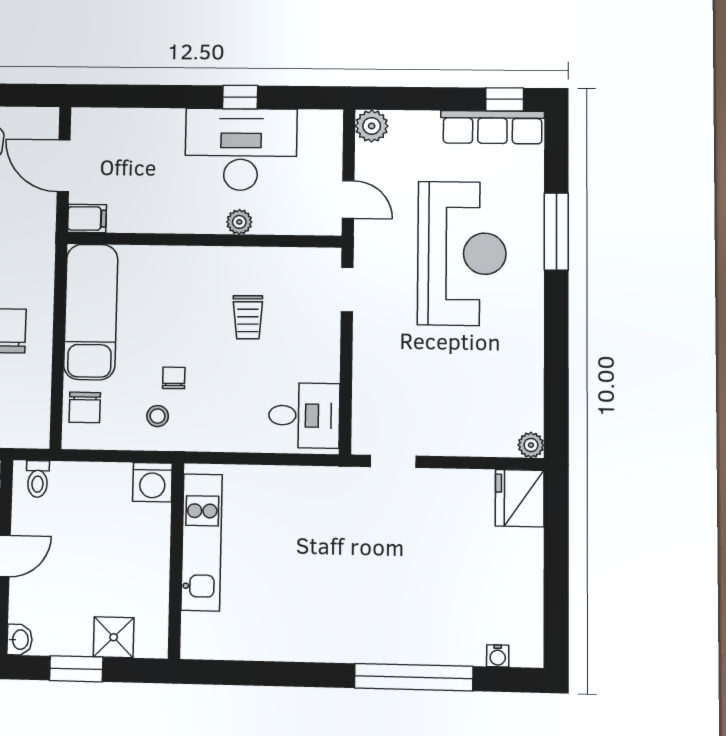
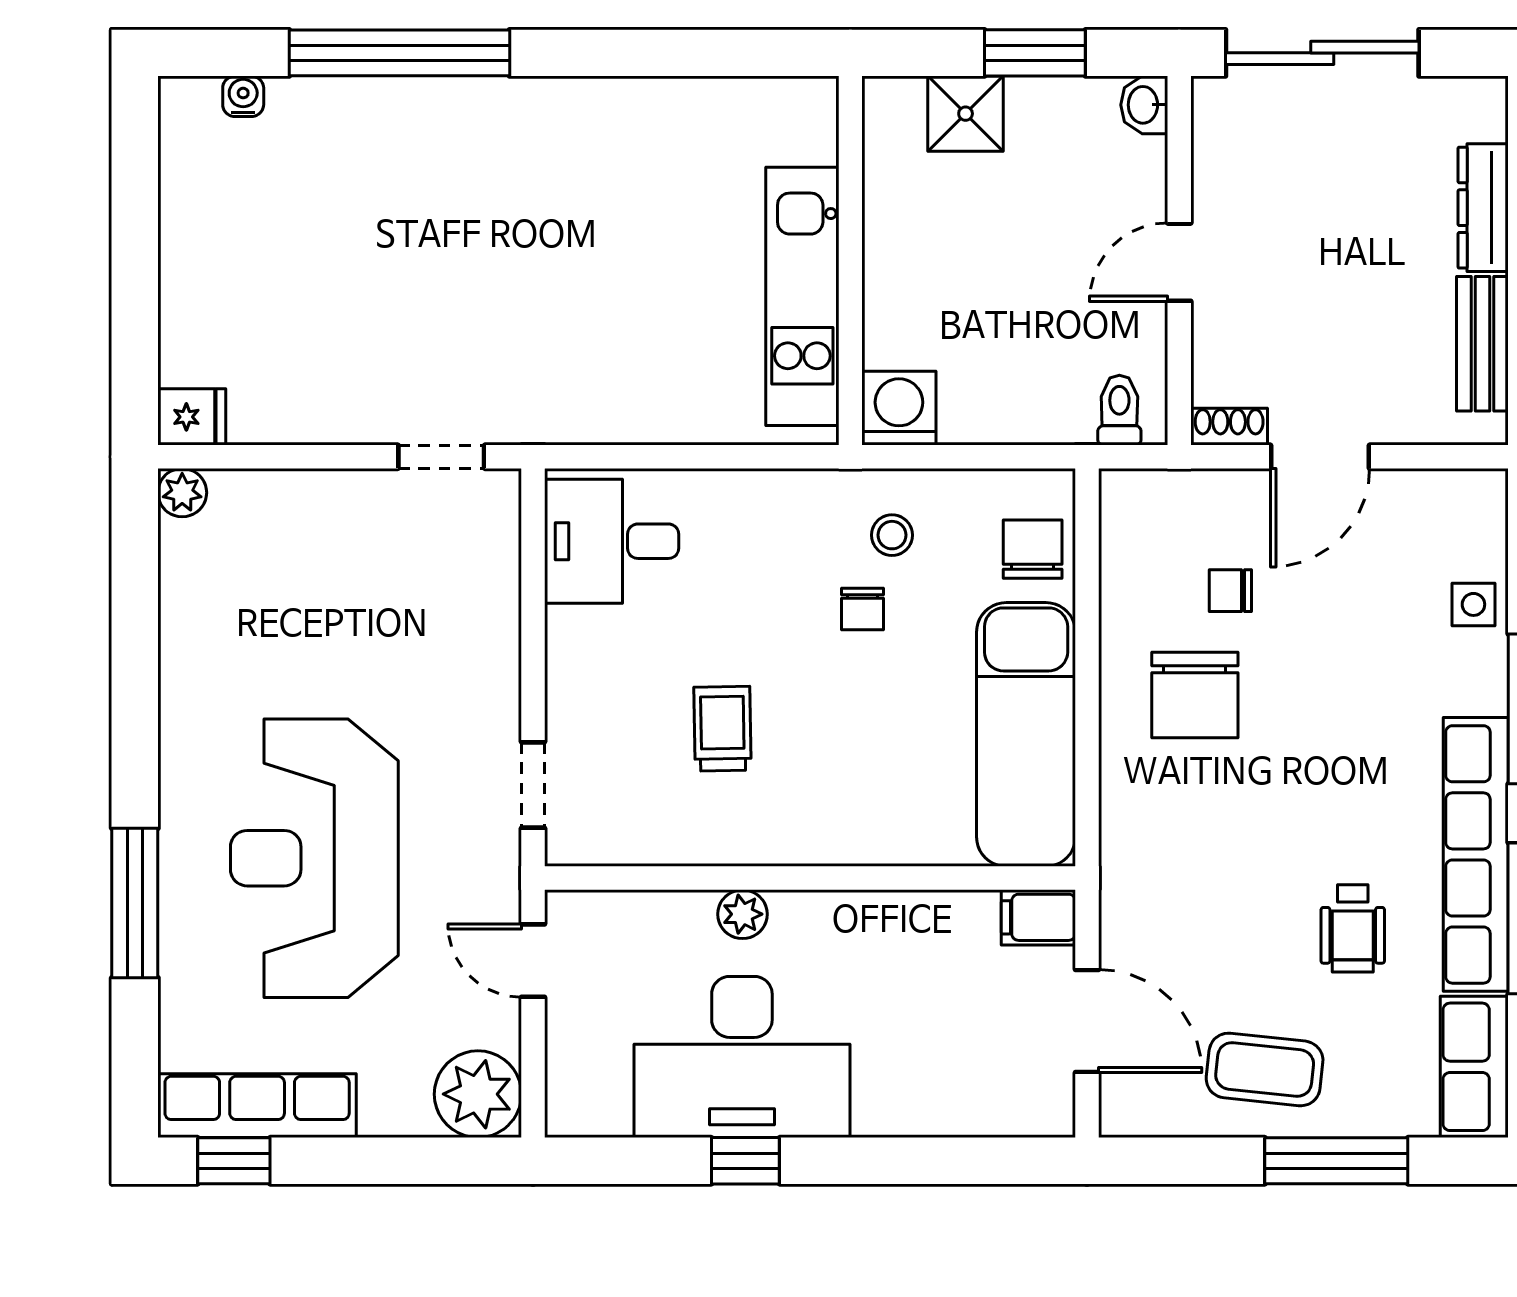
plant: (372, 126) -> (478, 1094), width x1.36, depth x1.36
fridge: (520, 498) -> (192, 417), width x0.53, depth x0.75

